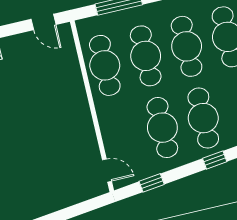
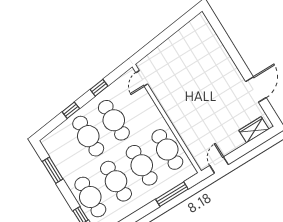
door: (43, 22) -> (219, 165), hinge flipped
door: (107, 170) -> (142, 78), hinge flipped
window: (152, 183) -> (99, 88), moved

